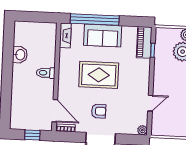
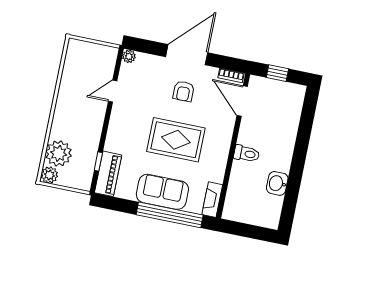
armchair: (99, 111) -> (184, 91), turned -90

